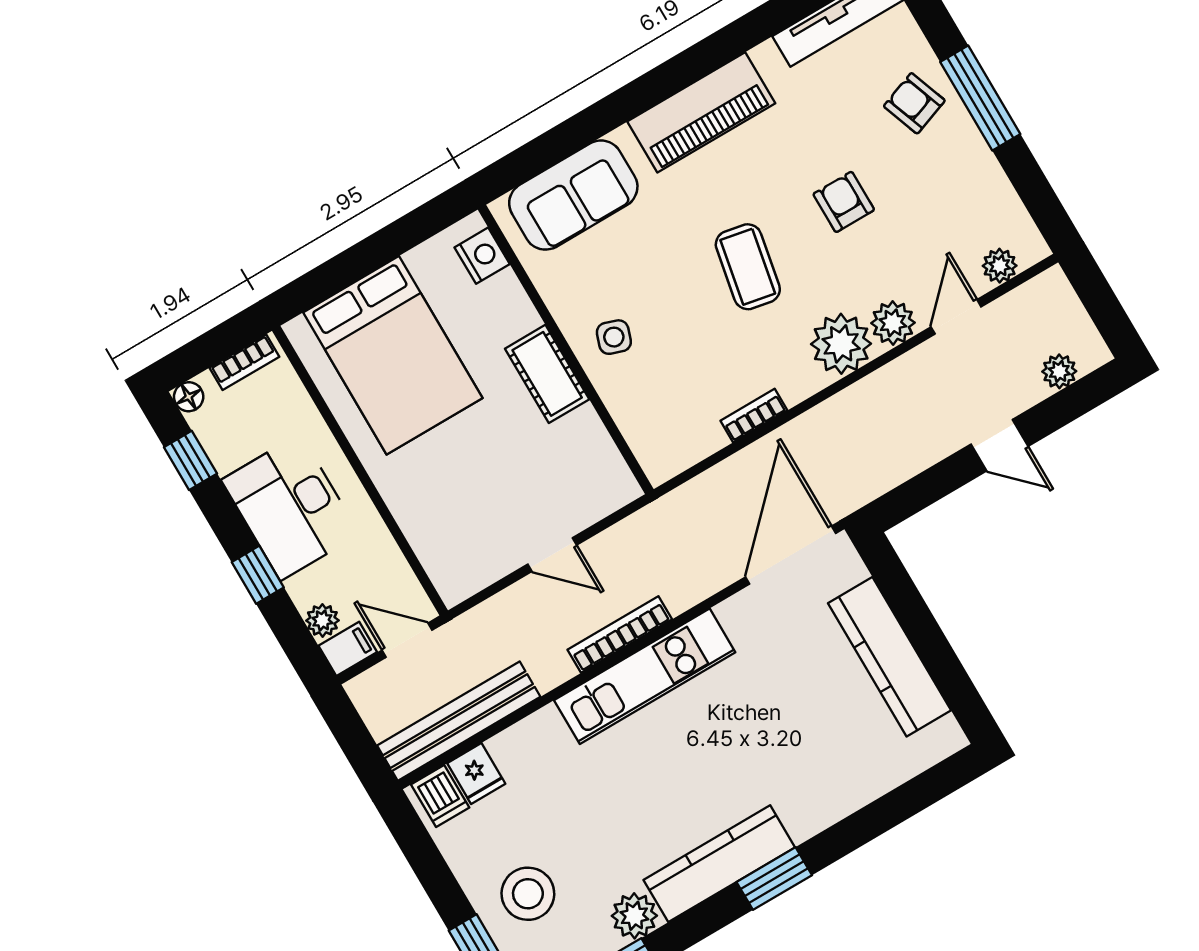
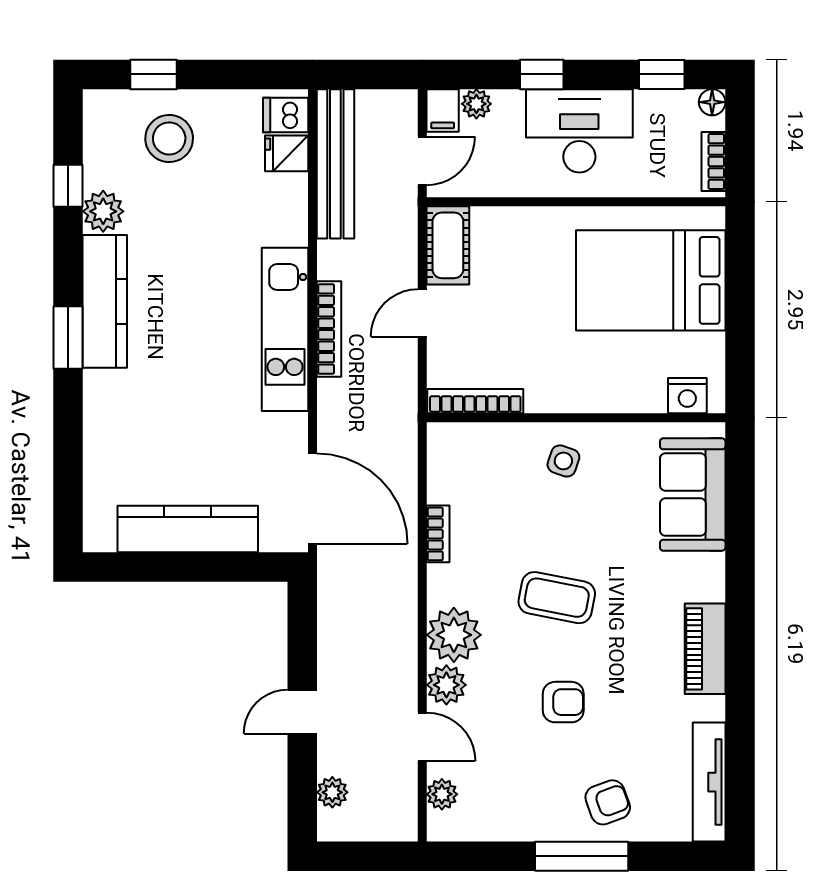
piano: (701, 112) -> (705, 649), width x0.73, depth x0.75
cot: (547, 374) -> (448, 245), moved, turned 90
bookcase: (606, 455) -> (475, 401), added

